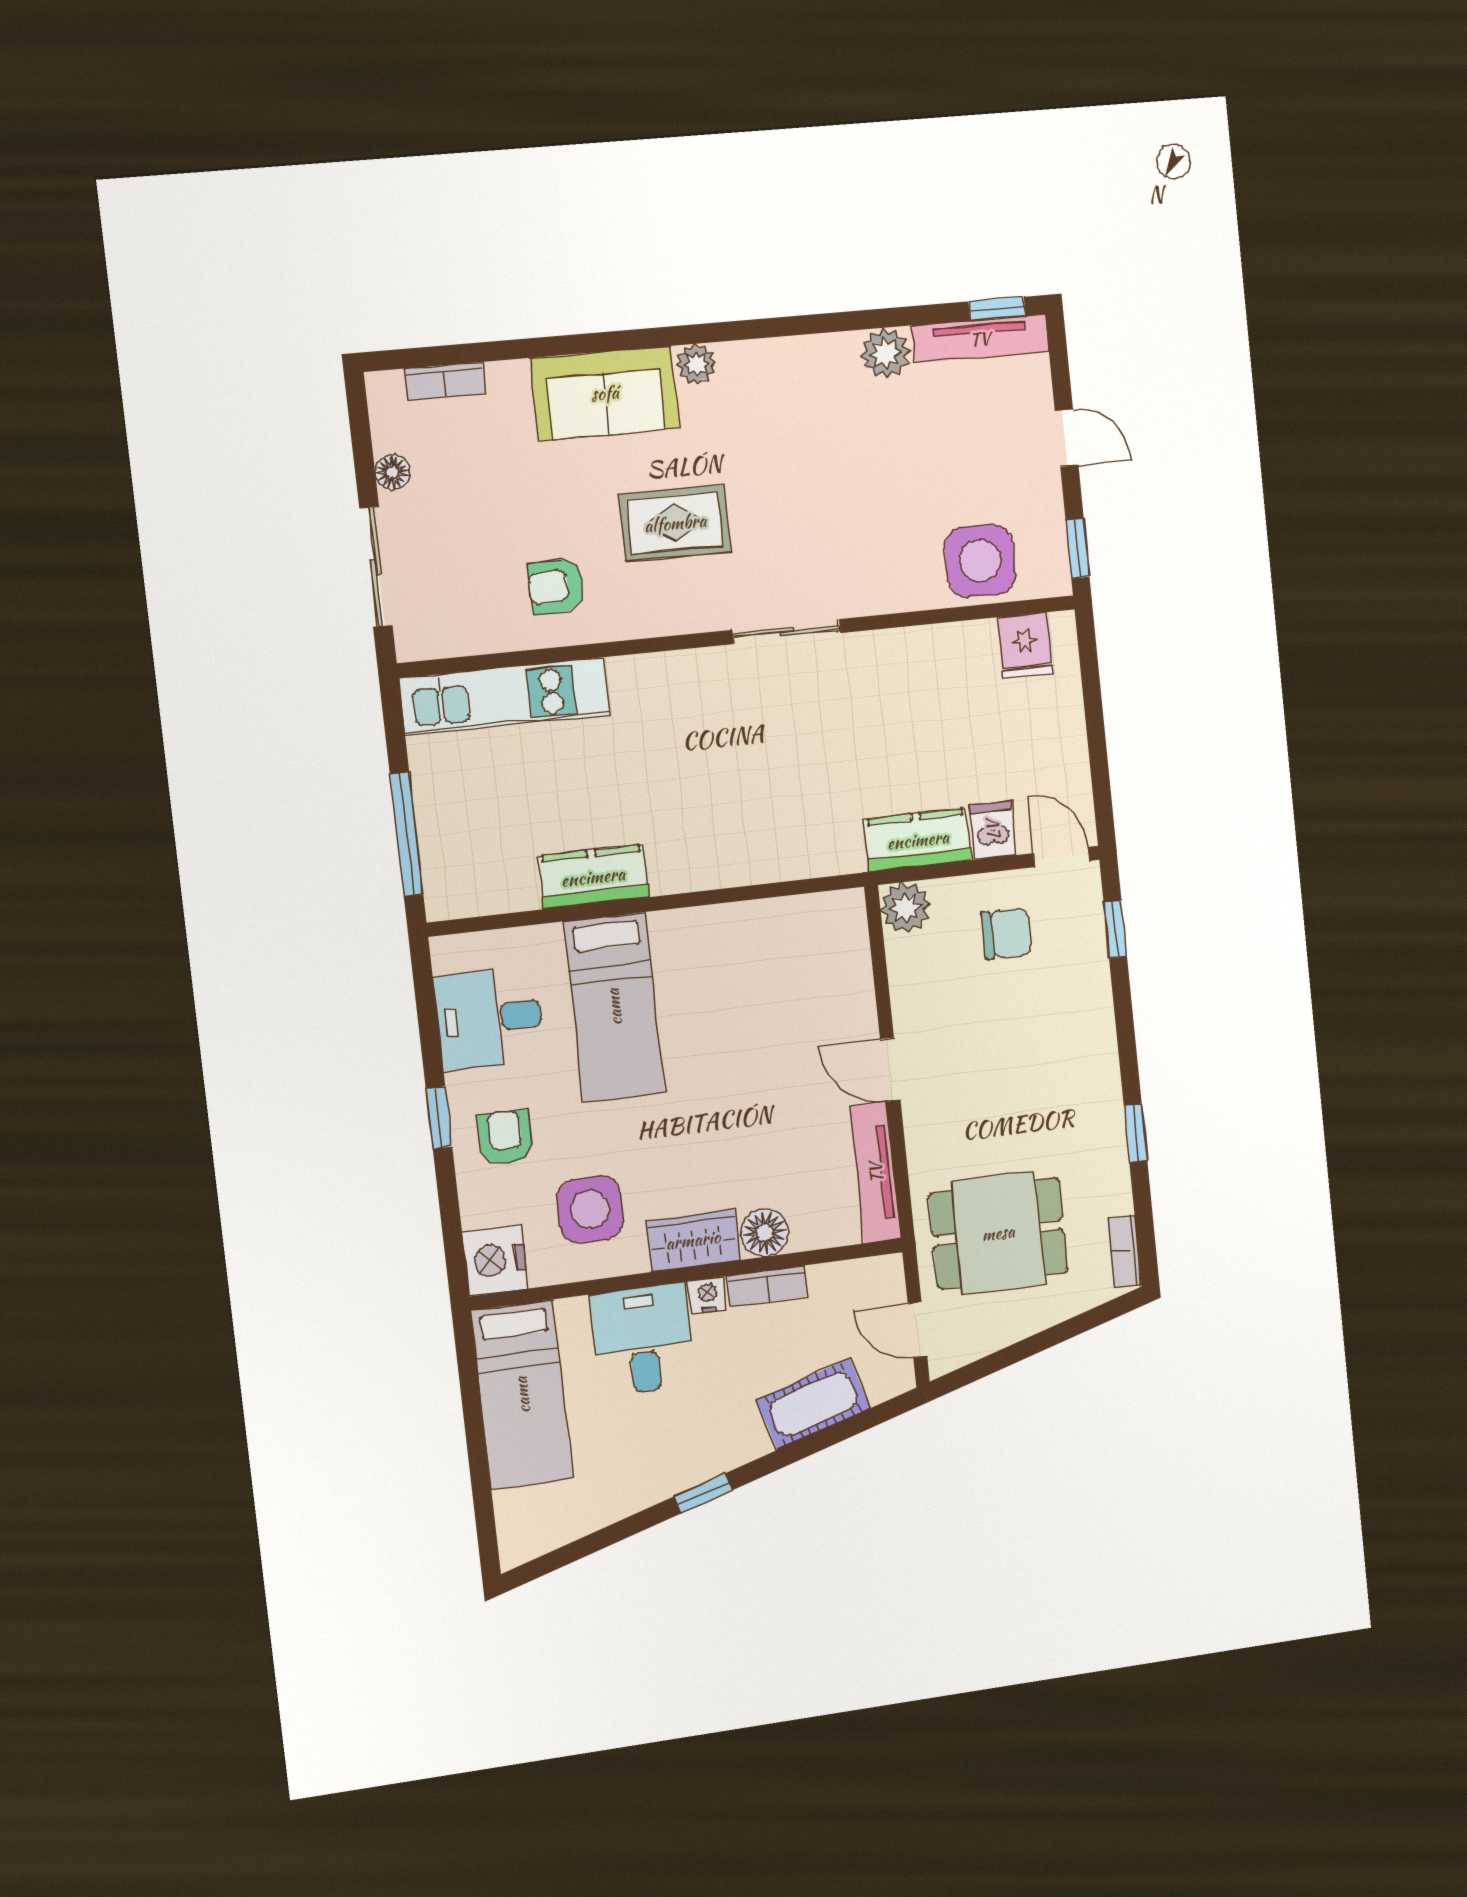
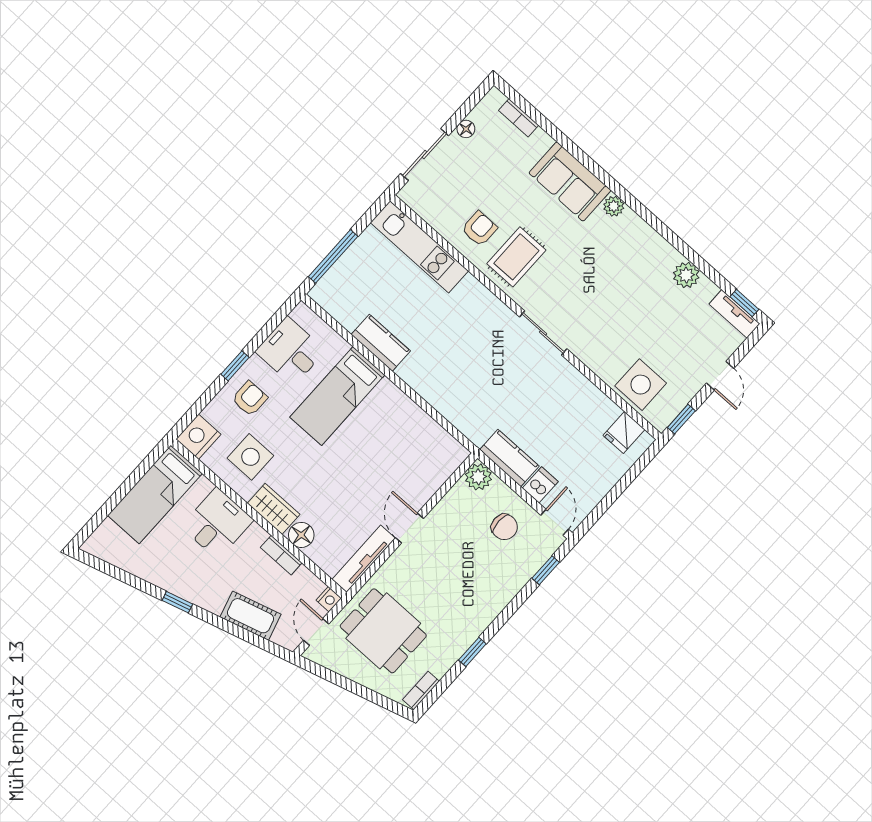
tv unit: (980, 339) -> (735, 314), width x0.71
rug: (675, 523) -> (516, 257), moved, turned 90
armchair: (556, 586) -> (479, 229), turned 93
nightstand: (708, 1295) -> (329, 599), moved, turned 90

